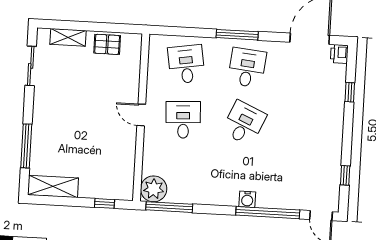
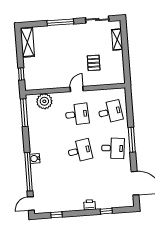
pallet: (107, 44) -> (94, 63), moved
printer: (339, 54) -> (90, 205), moved
desk: (244, 123) -> (80, 151), turned -33
window: (26, 146) -> (60, 22), moved
plant: (154, 189) -> (44, 101), moved

